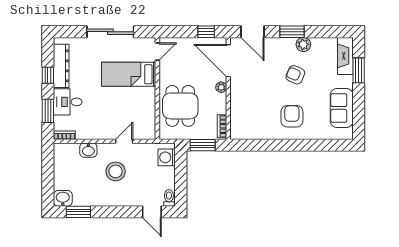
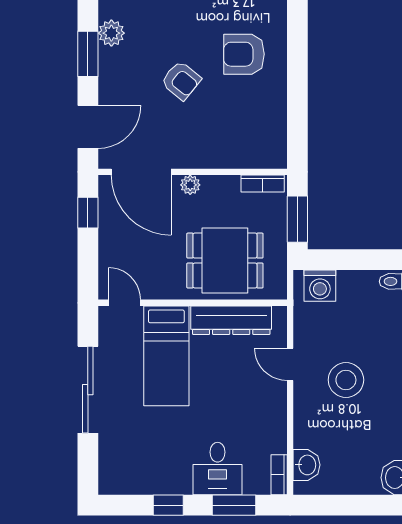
door: (228, 61) -> (141, 172), hinge flipped
dresser: (61, 66) -> (231, 320), moved, turned 180
armchair: (295, 75) -> (181, 81), moved, turned -74
washbasin: (88, 150) -> (306, 465), moved

